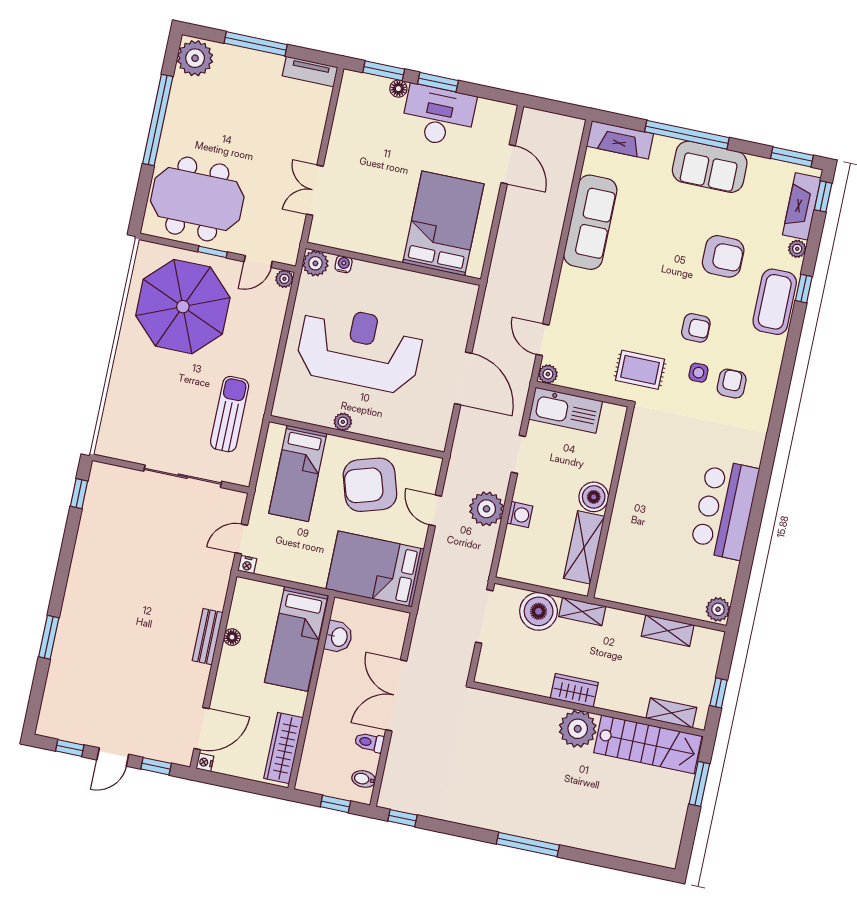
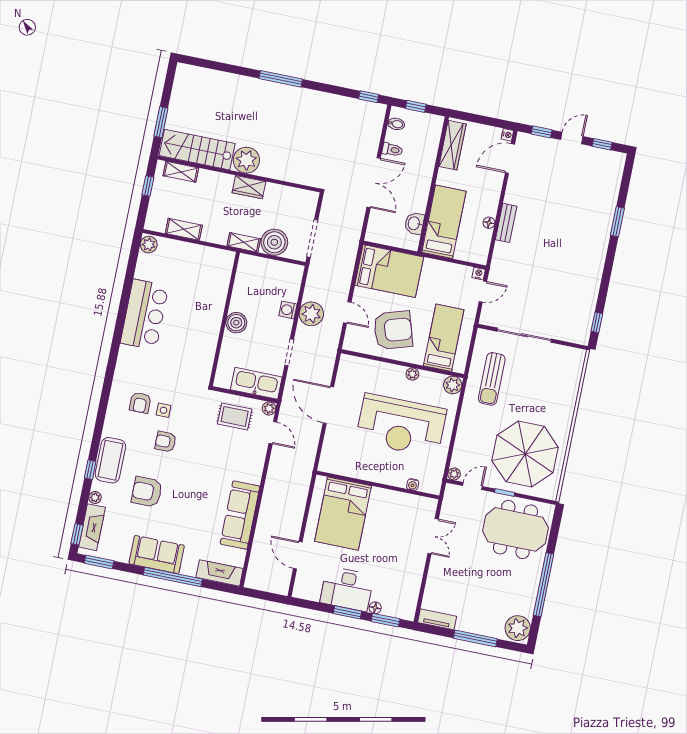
plant: (315, 263) -> (453, 385), moved
rug: (640, 370) -> (235, 416), moved
shelving: (584, 547) -> (243, 287), removed

